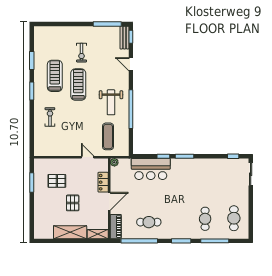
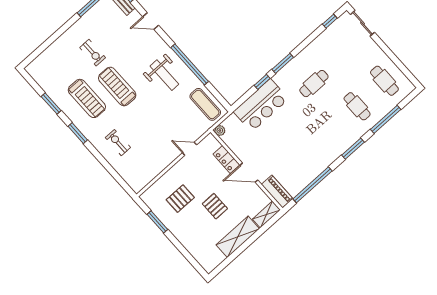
treadmill: (55, 76) -> (87, 98), turned 180
exercise mat: (108, 136) -> (205, 104), moved
door: (109, 201) -> (249, 173), swing flipped
cafe table: (149, 222) -> (314, 84), moved

